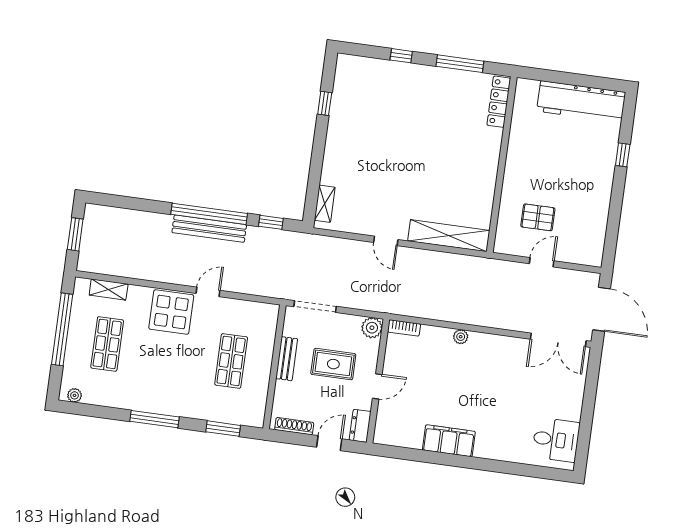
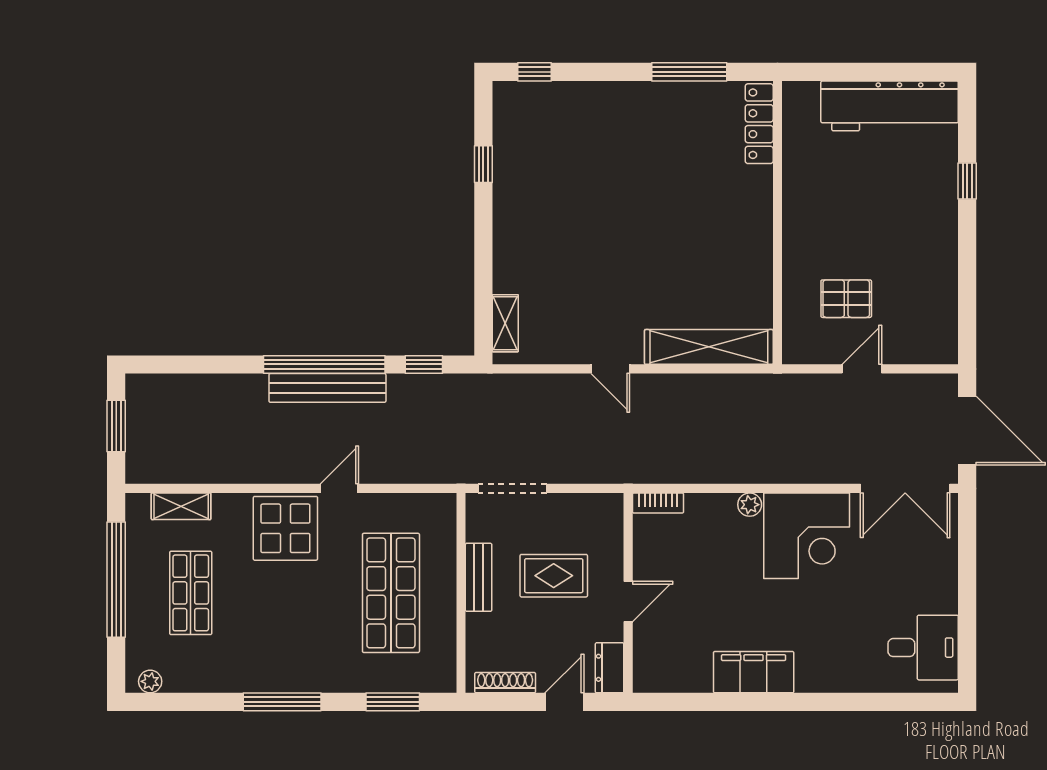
window: (401, 56) -> (535, 72), moved
plant: (372, 328) -> (607, 510), removed
shop shelf: (231, 361) -> (391, 593), width x1.43, depth x1.36
corner desk: (493, 361) -> (807, 536), added

